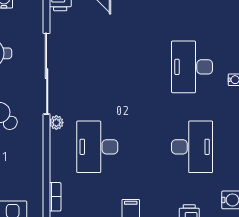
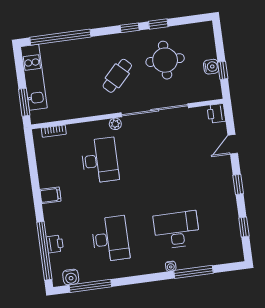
desk: (97, 147) -> (100, 160), turned 90
desk: (192, 147) -> (110, 239), turned -90

